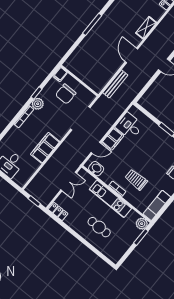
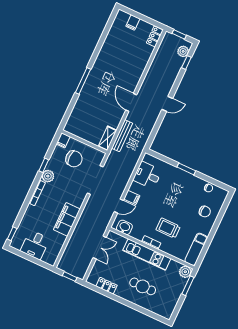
shelving: (146, 28) -> (107, 138), moved
chair: (66, 94) -> (74, 159), turned -90
filing cabinet: (113, 139) -> (132, 197), width x0.50
locker: (58, 212) -> (107, 286), moved

